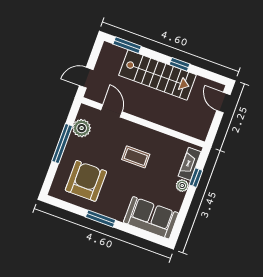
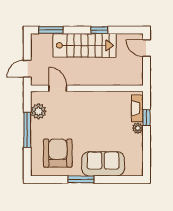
coffee table: (136, 157) -> (91, 119), removed
sofa: (151, 218) -> (103, 164), moved

